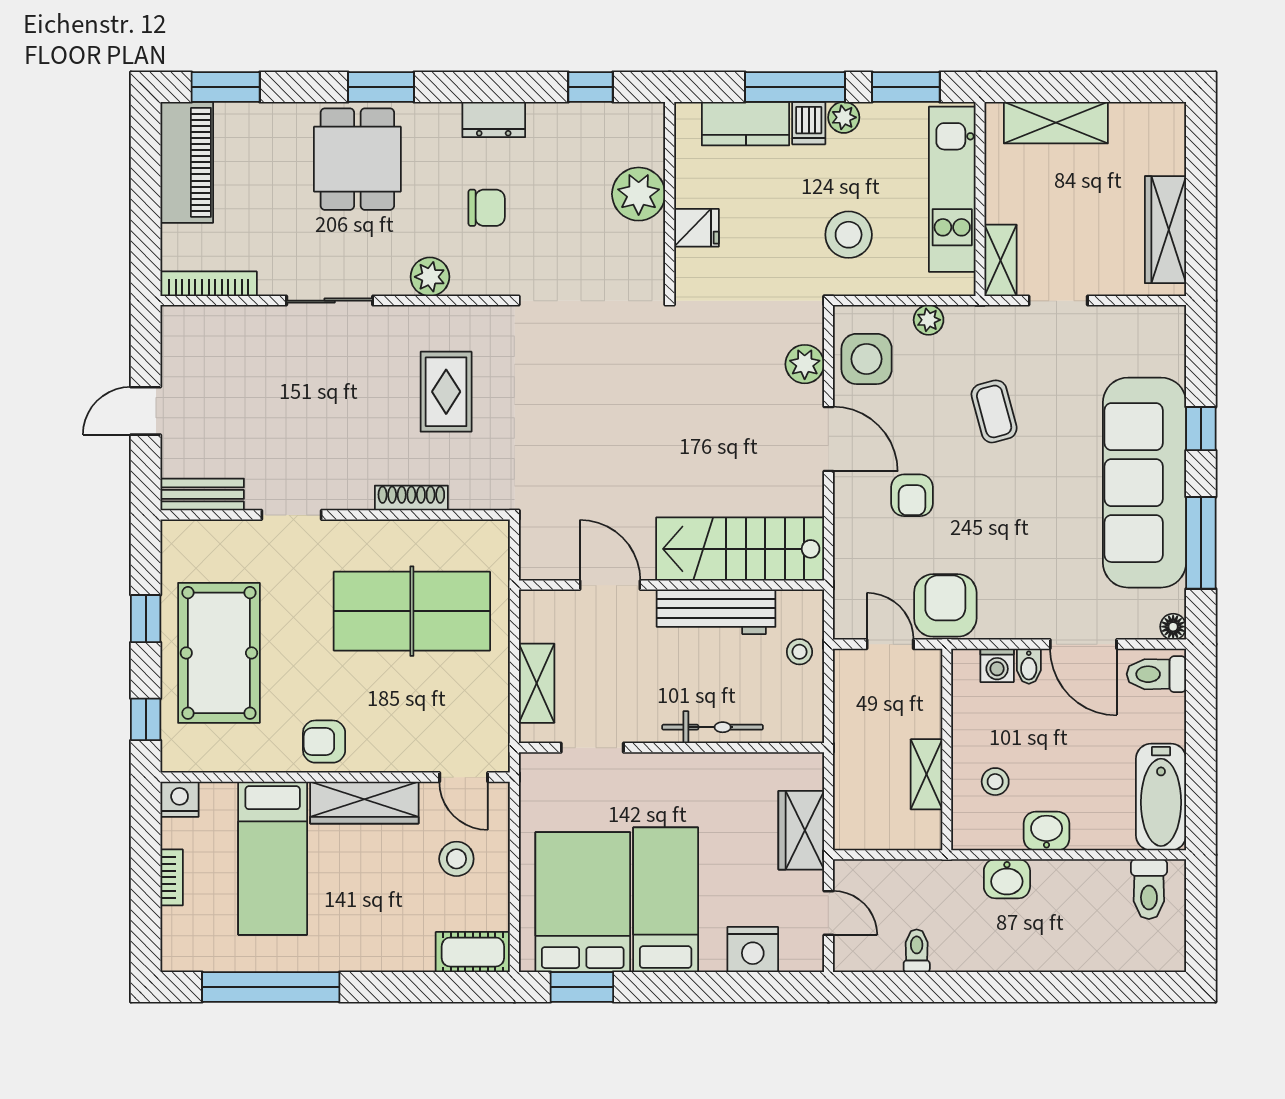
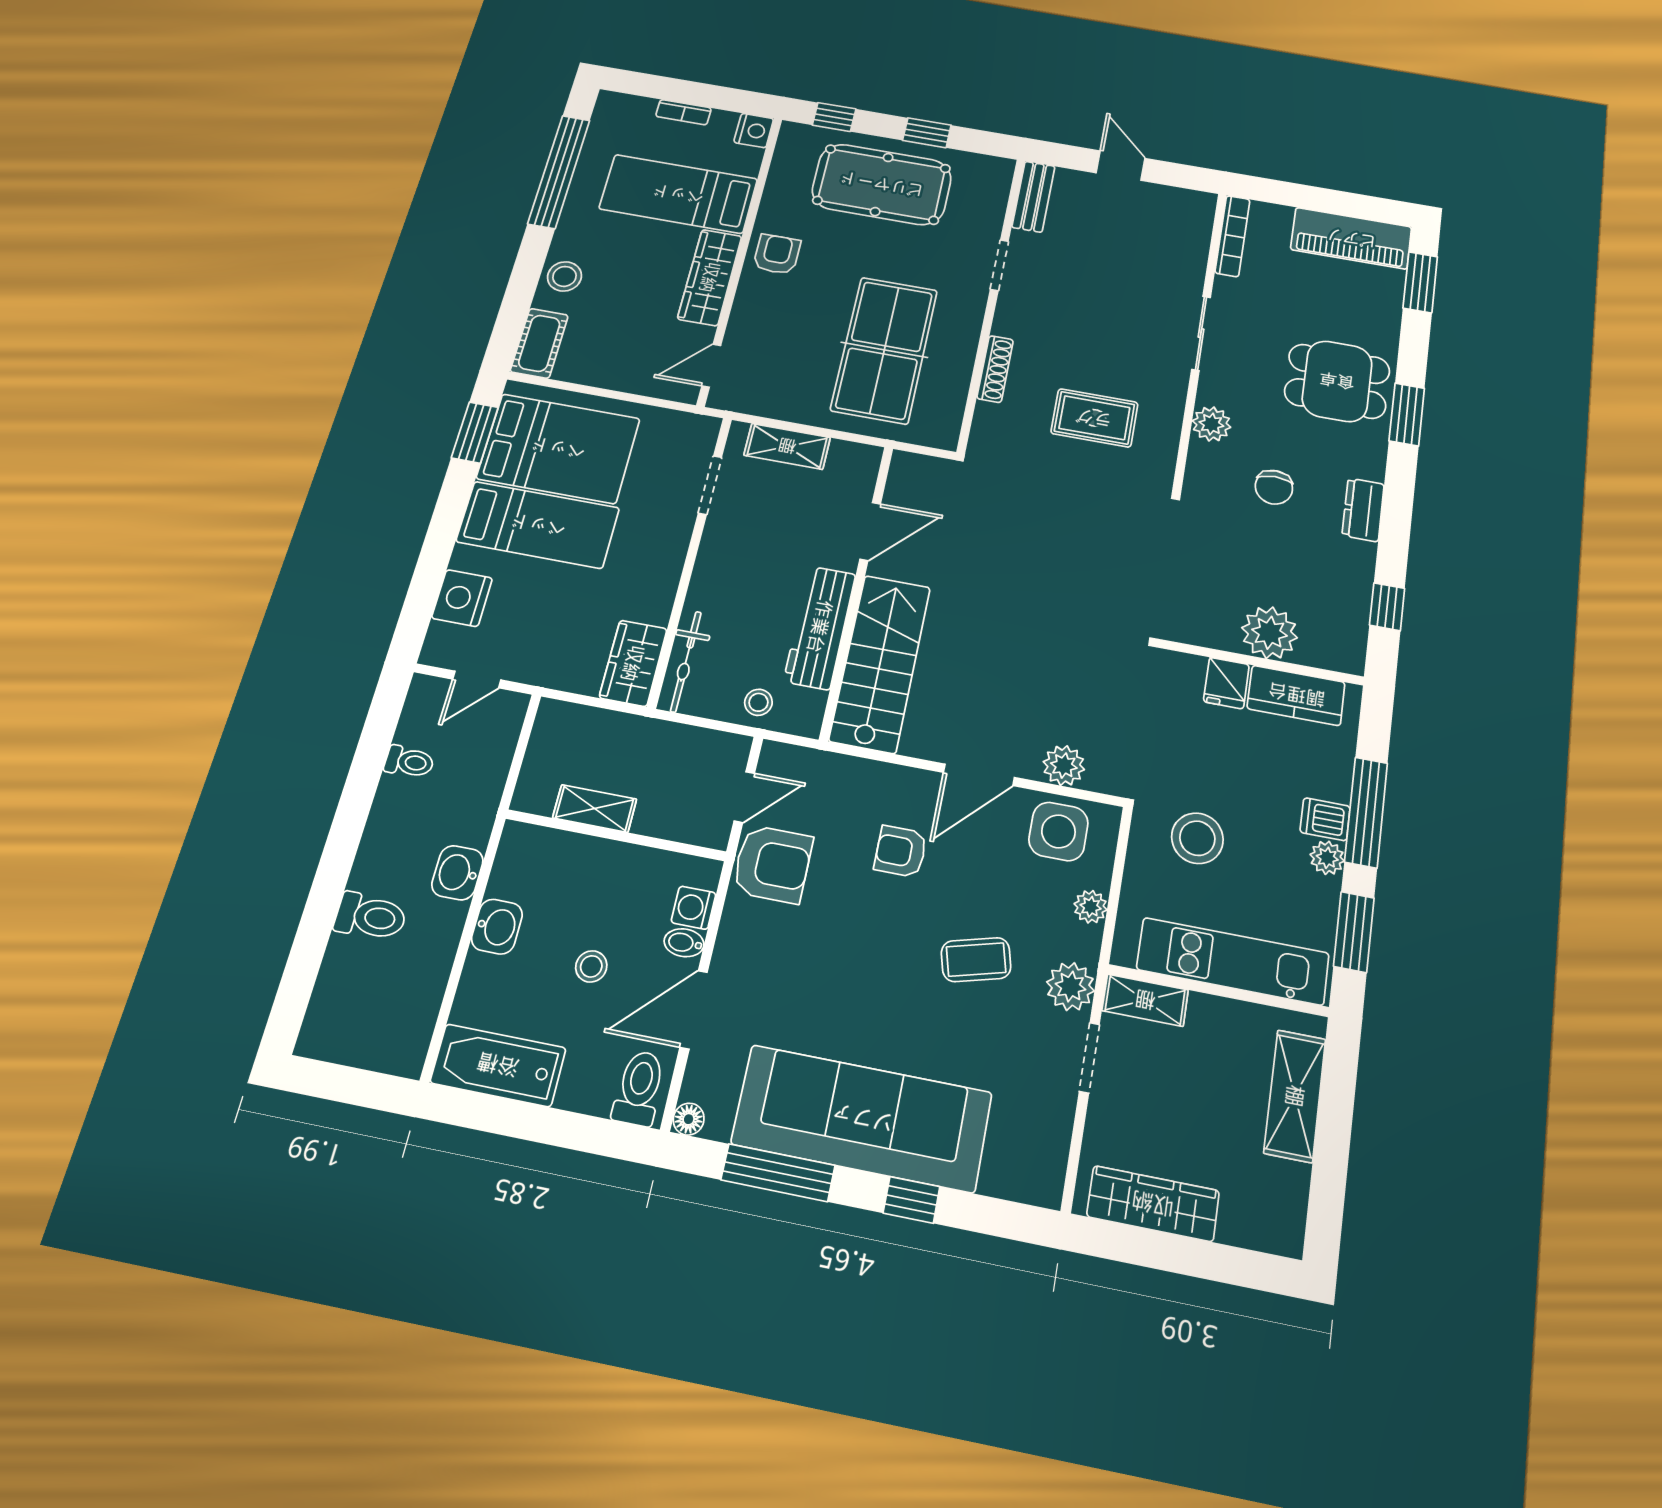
kitchen counter: (746, 124) -> (1296, 695), moved, turned -90
plant: (1001, 326) -> (1071, 987), added
bicycle: (713, 727) -> (686, 662), moved
stool: (995, 782) -> (591, 966), moved
wardrobe: (801, 830) -> (633, 663), moved, turned -90
stool: (456, 859) -> (564, 276), moved
toilet: (1149, 889) -> (371, 917), moved, turned 180

